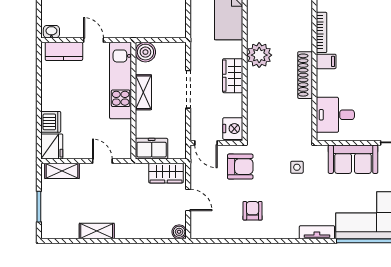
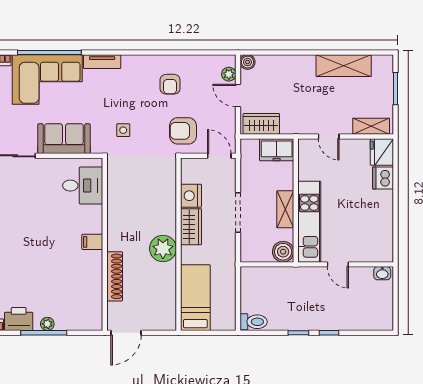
bookcase: (321, 32) -> (97, 272), removed
kitchen counter: (64, 51) -> (369, 252), removed
shoe rack: (305, 75) -> (115, 276), moved
nightstand: (233, 129) -> (191, 196), moved
plant: (197, 220) -> (229, 74), added
shelving: (97, 231) -> (344, 66), width x1.50, depth x1.33

